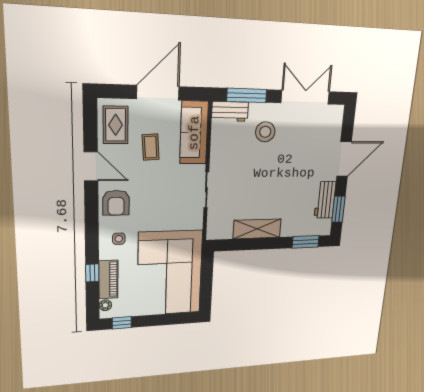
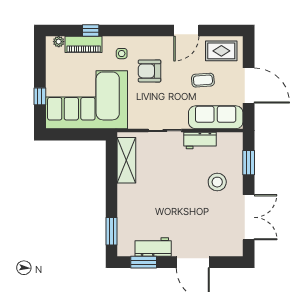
window: (247, 95) -> (249, 163), width x0.69
workbench: (230, 111) -> (200, 141), moved, turned -90
armchair: (116, 203) -> (150, 71), moved
shelving: (257, 229) -> (126, 160), moved
window: (122, 323) -> (40, 96), moved

